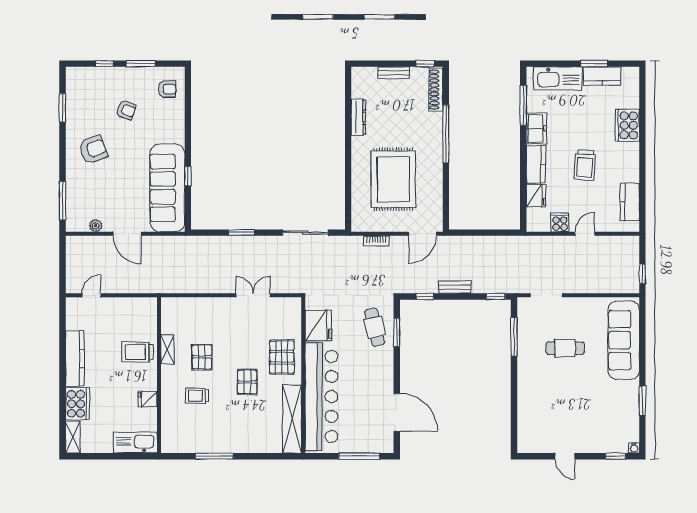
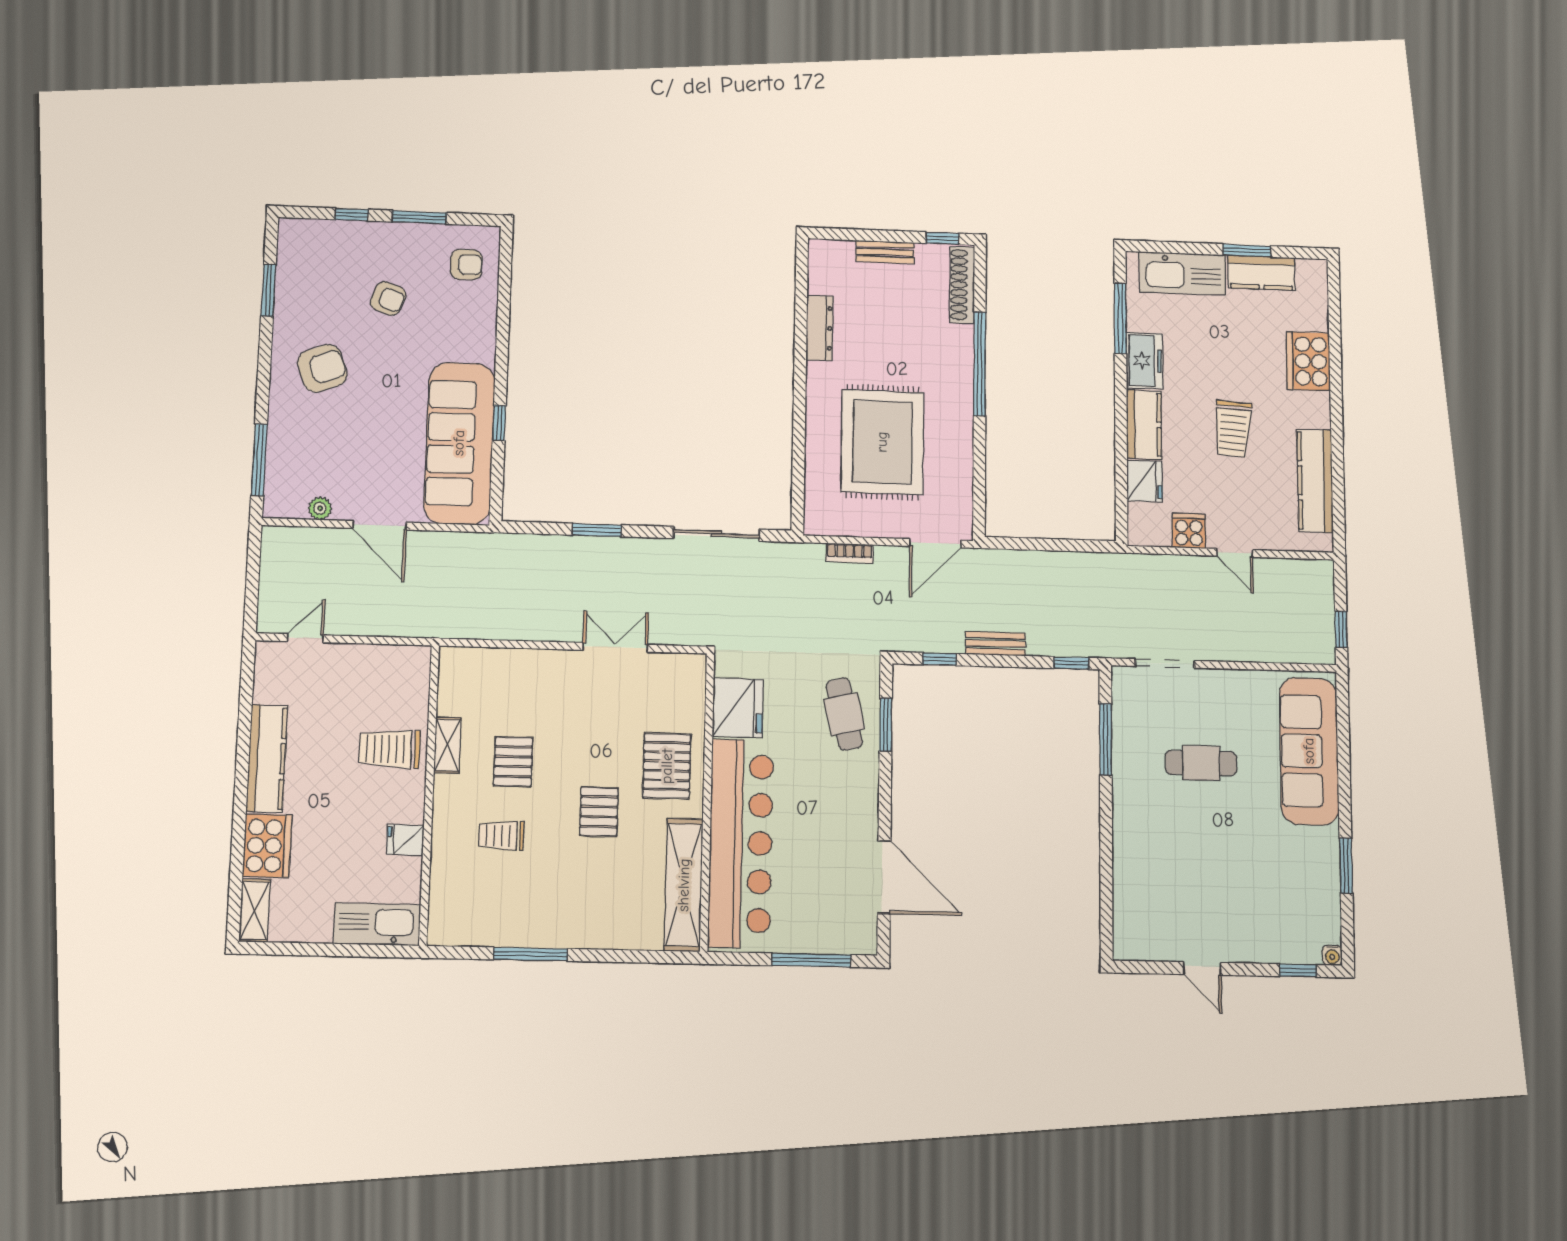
kitchen counter: (630, 202) -> (1315, 481), width x1.50
door: (585, 234) -> (1235, 553), swing flipped

